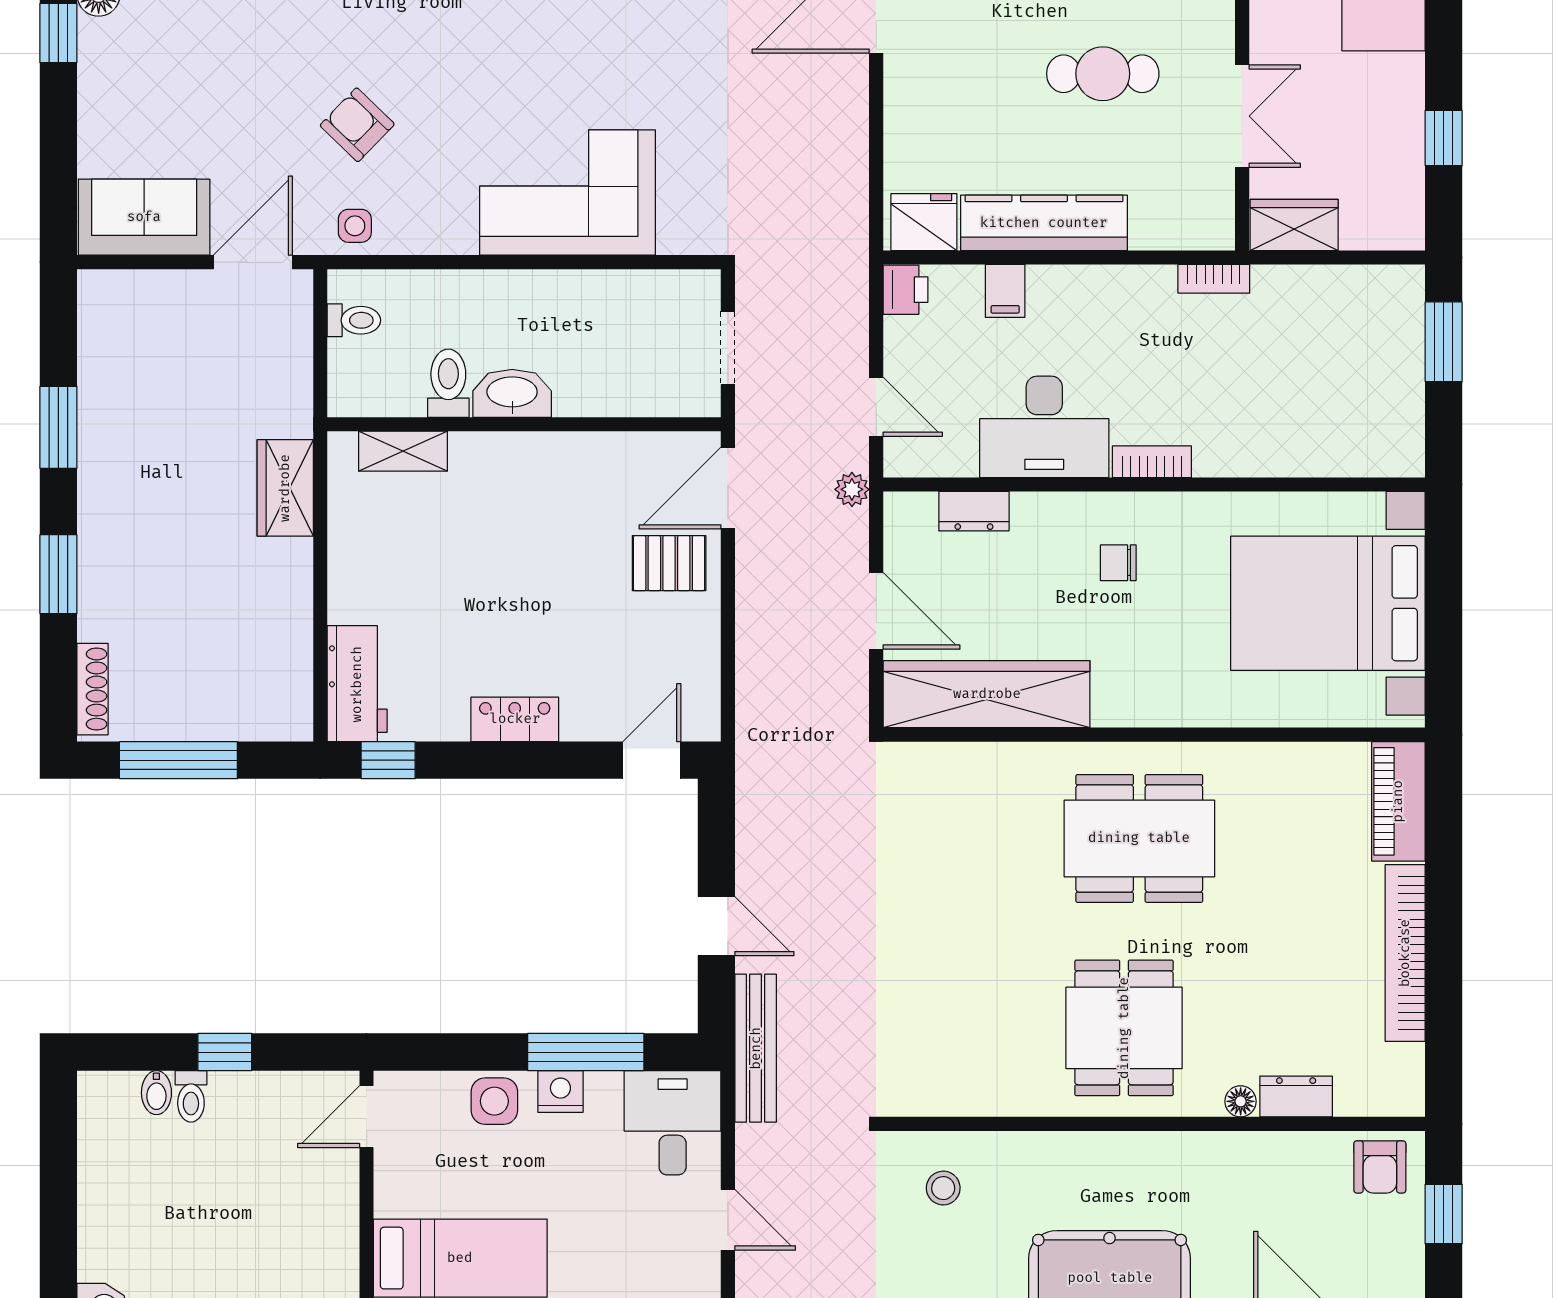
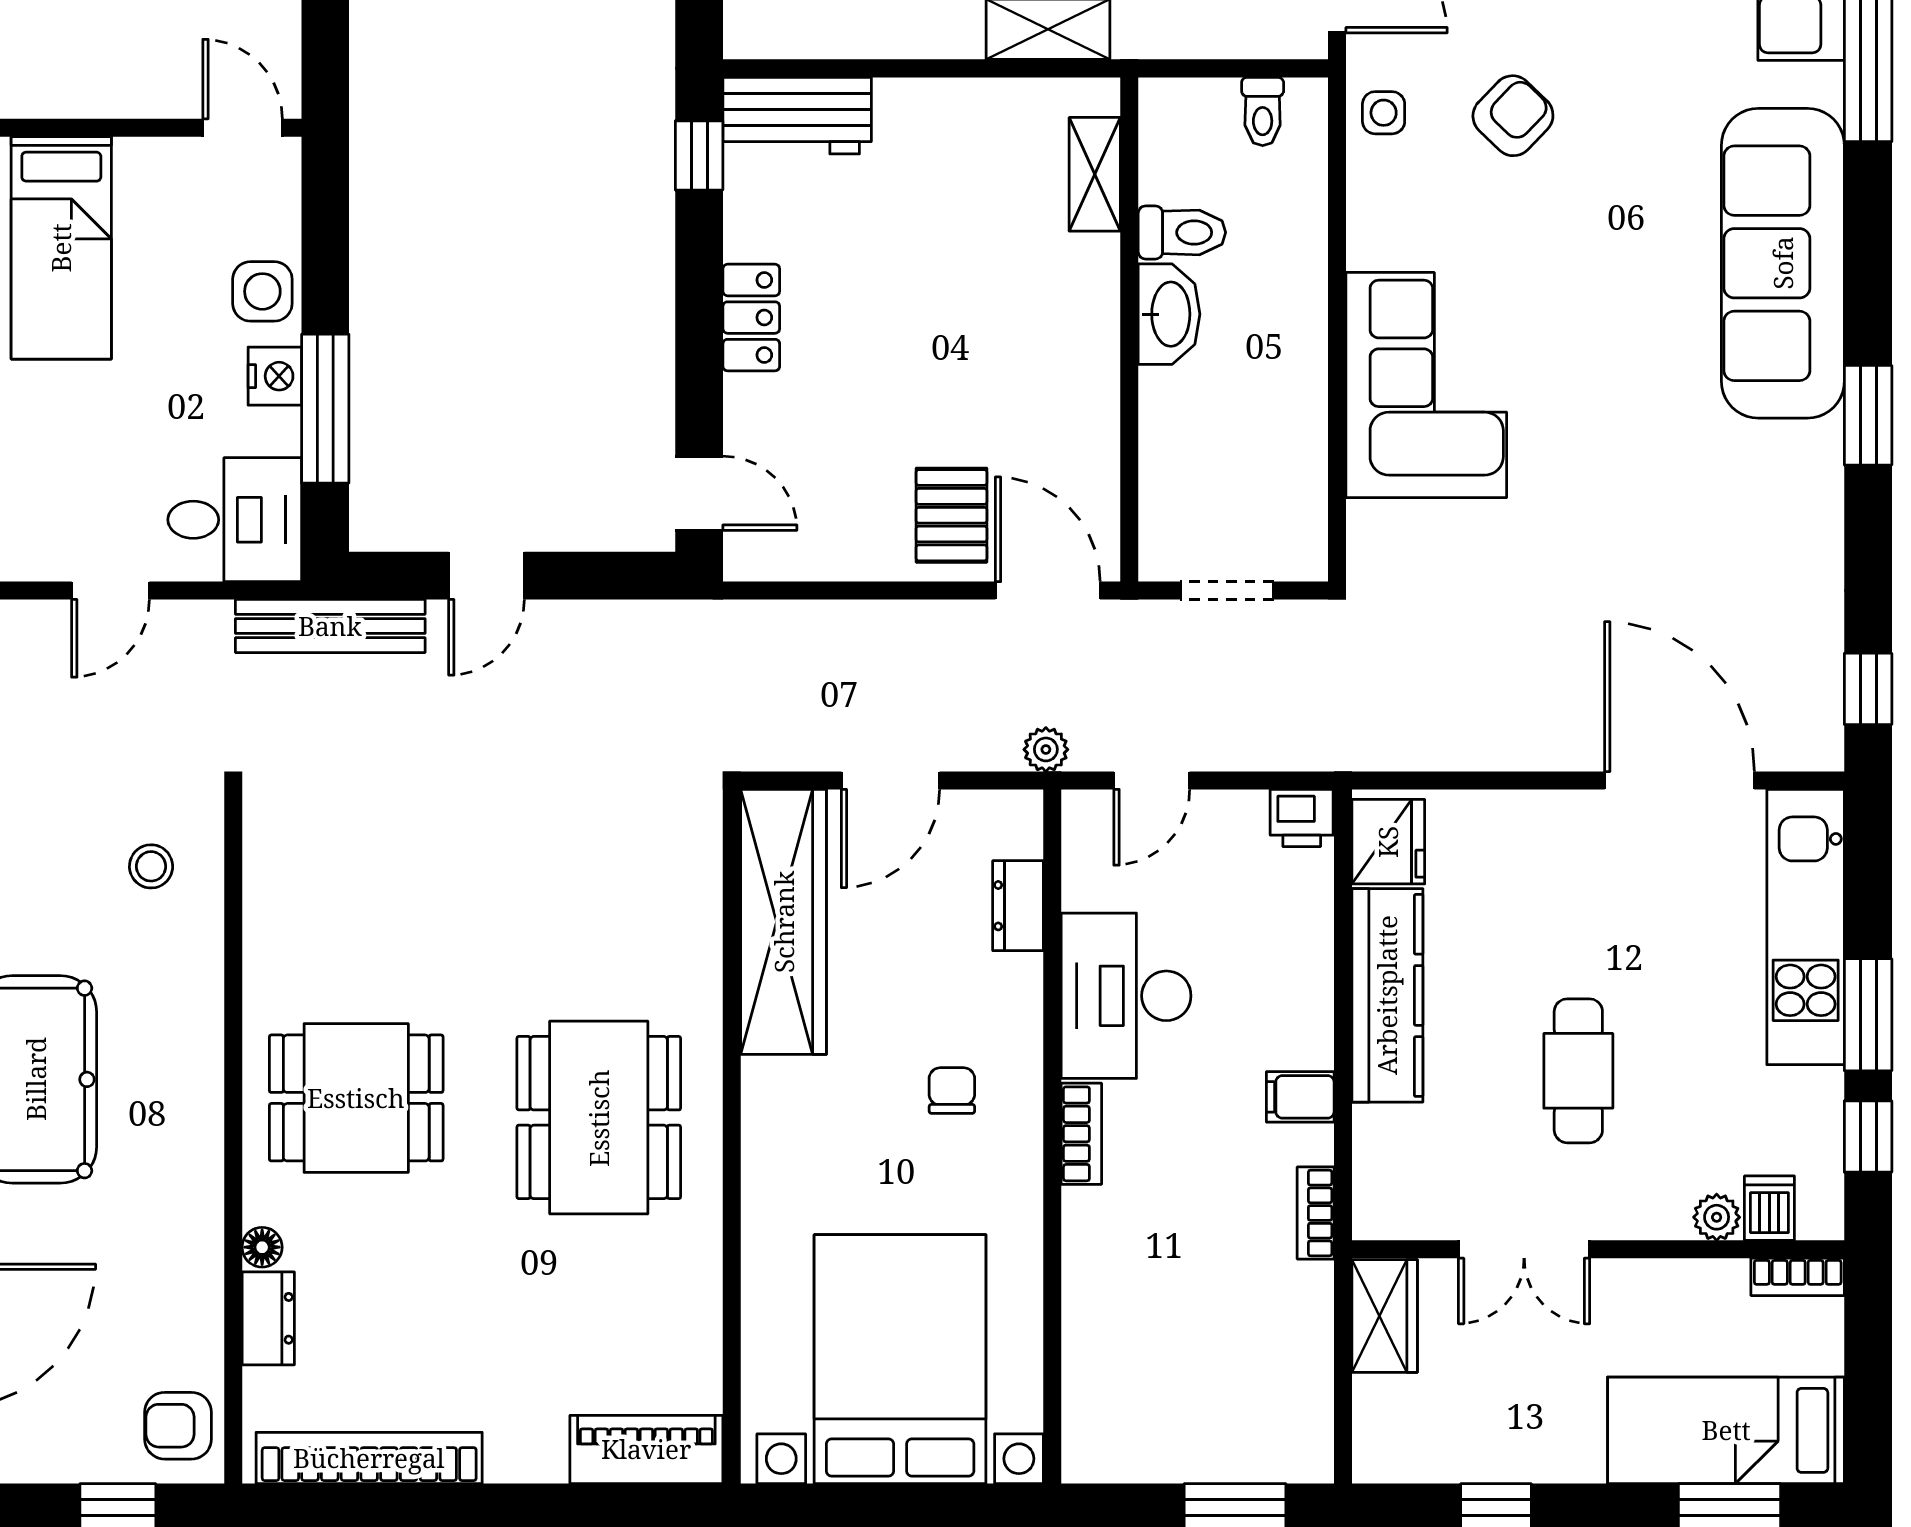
filing cabinet: (1005, 291) -> (1300, 1097), moved
bookcase: (1405, 953) -> (369, 1458), moved

